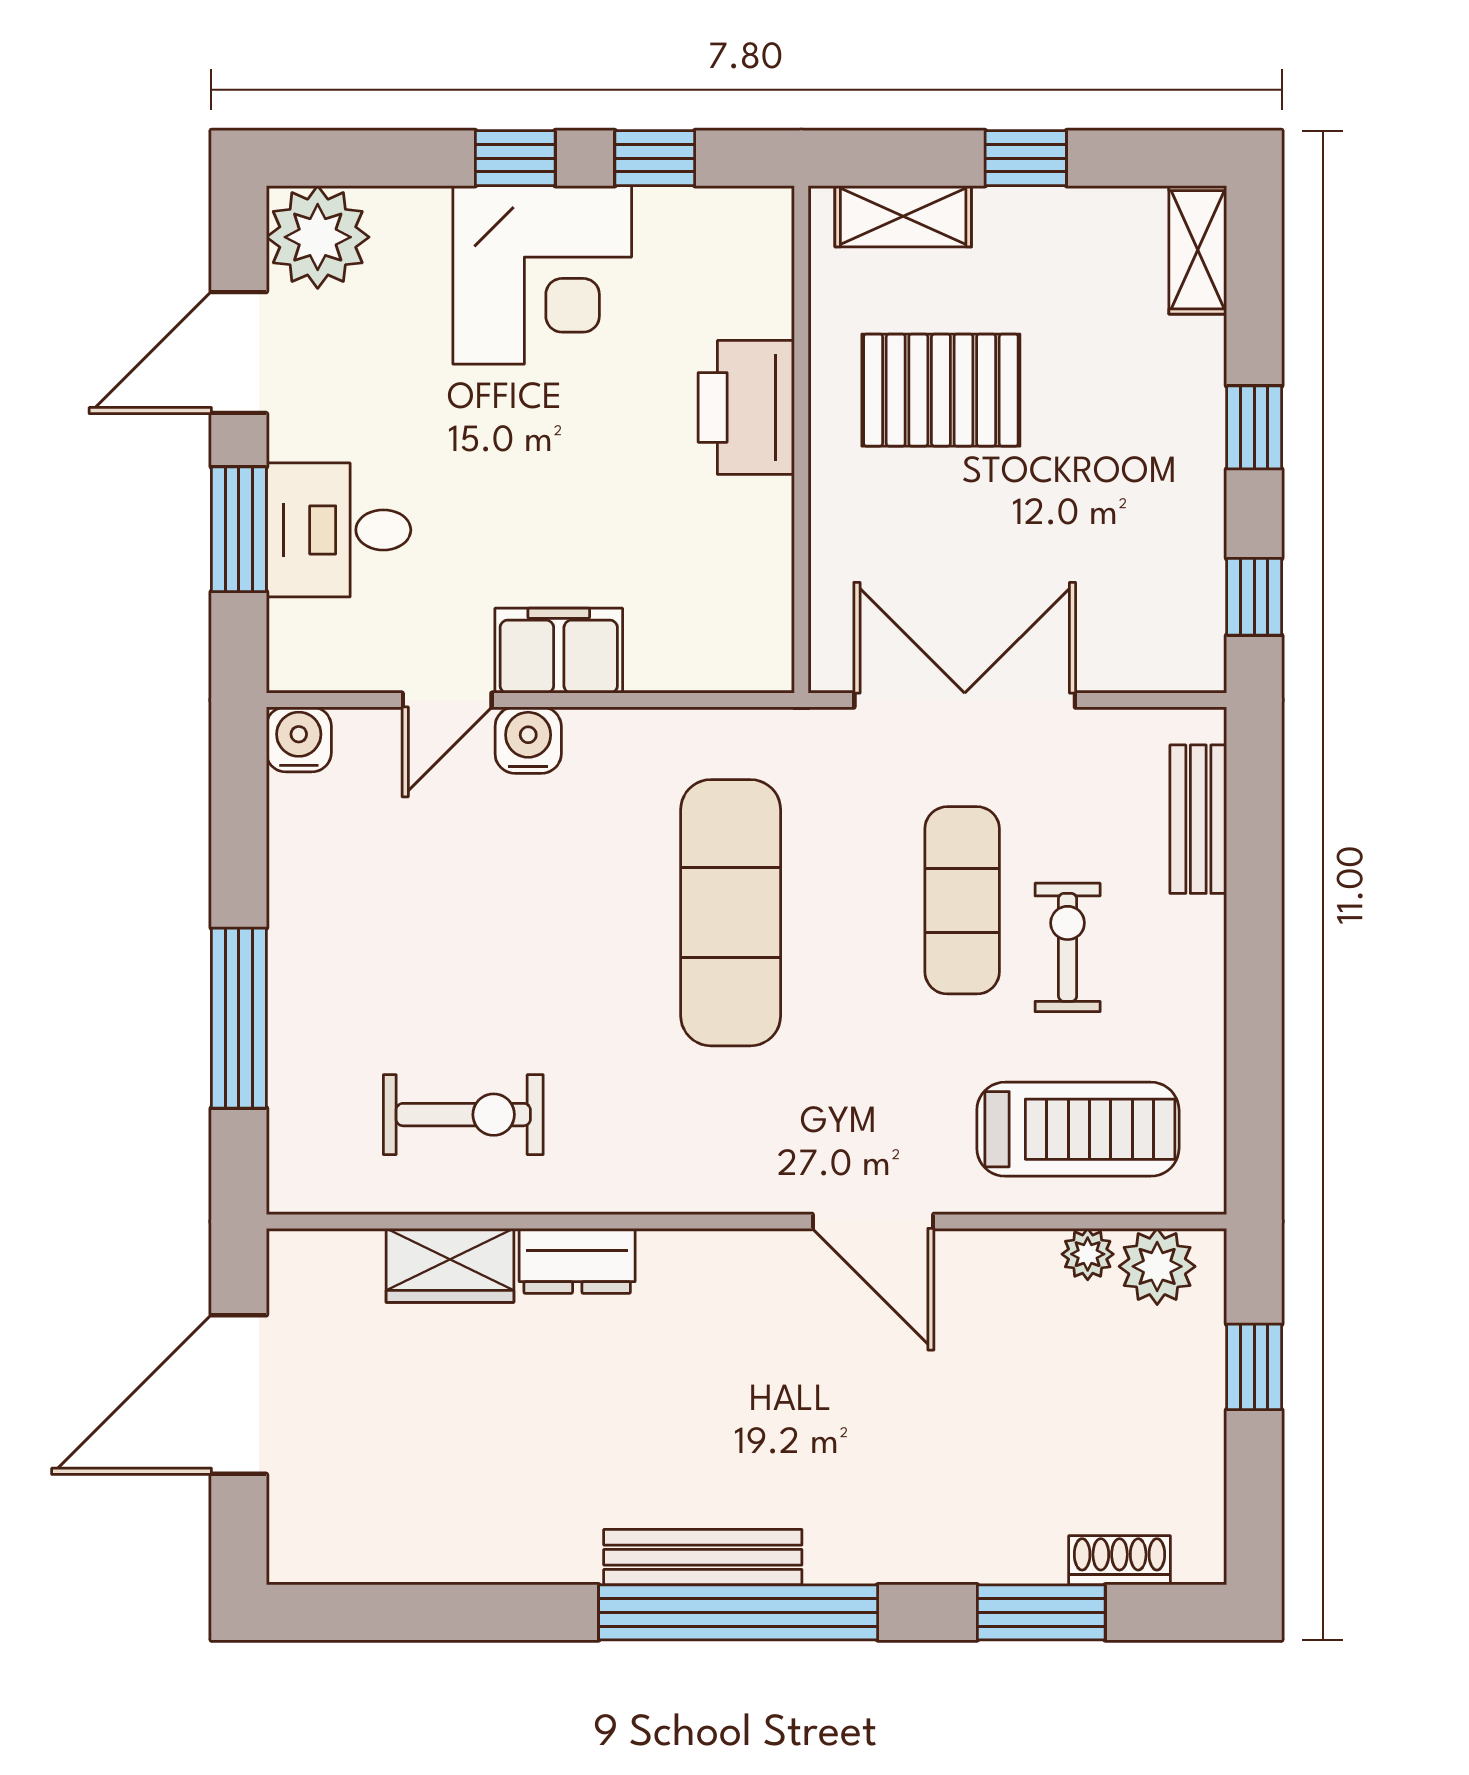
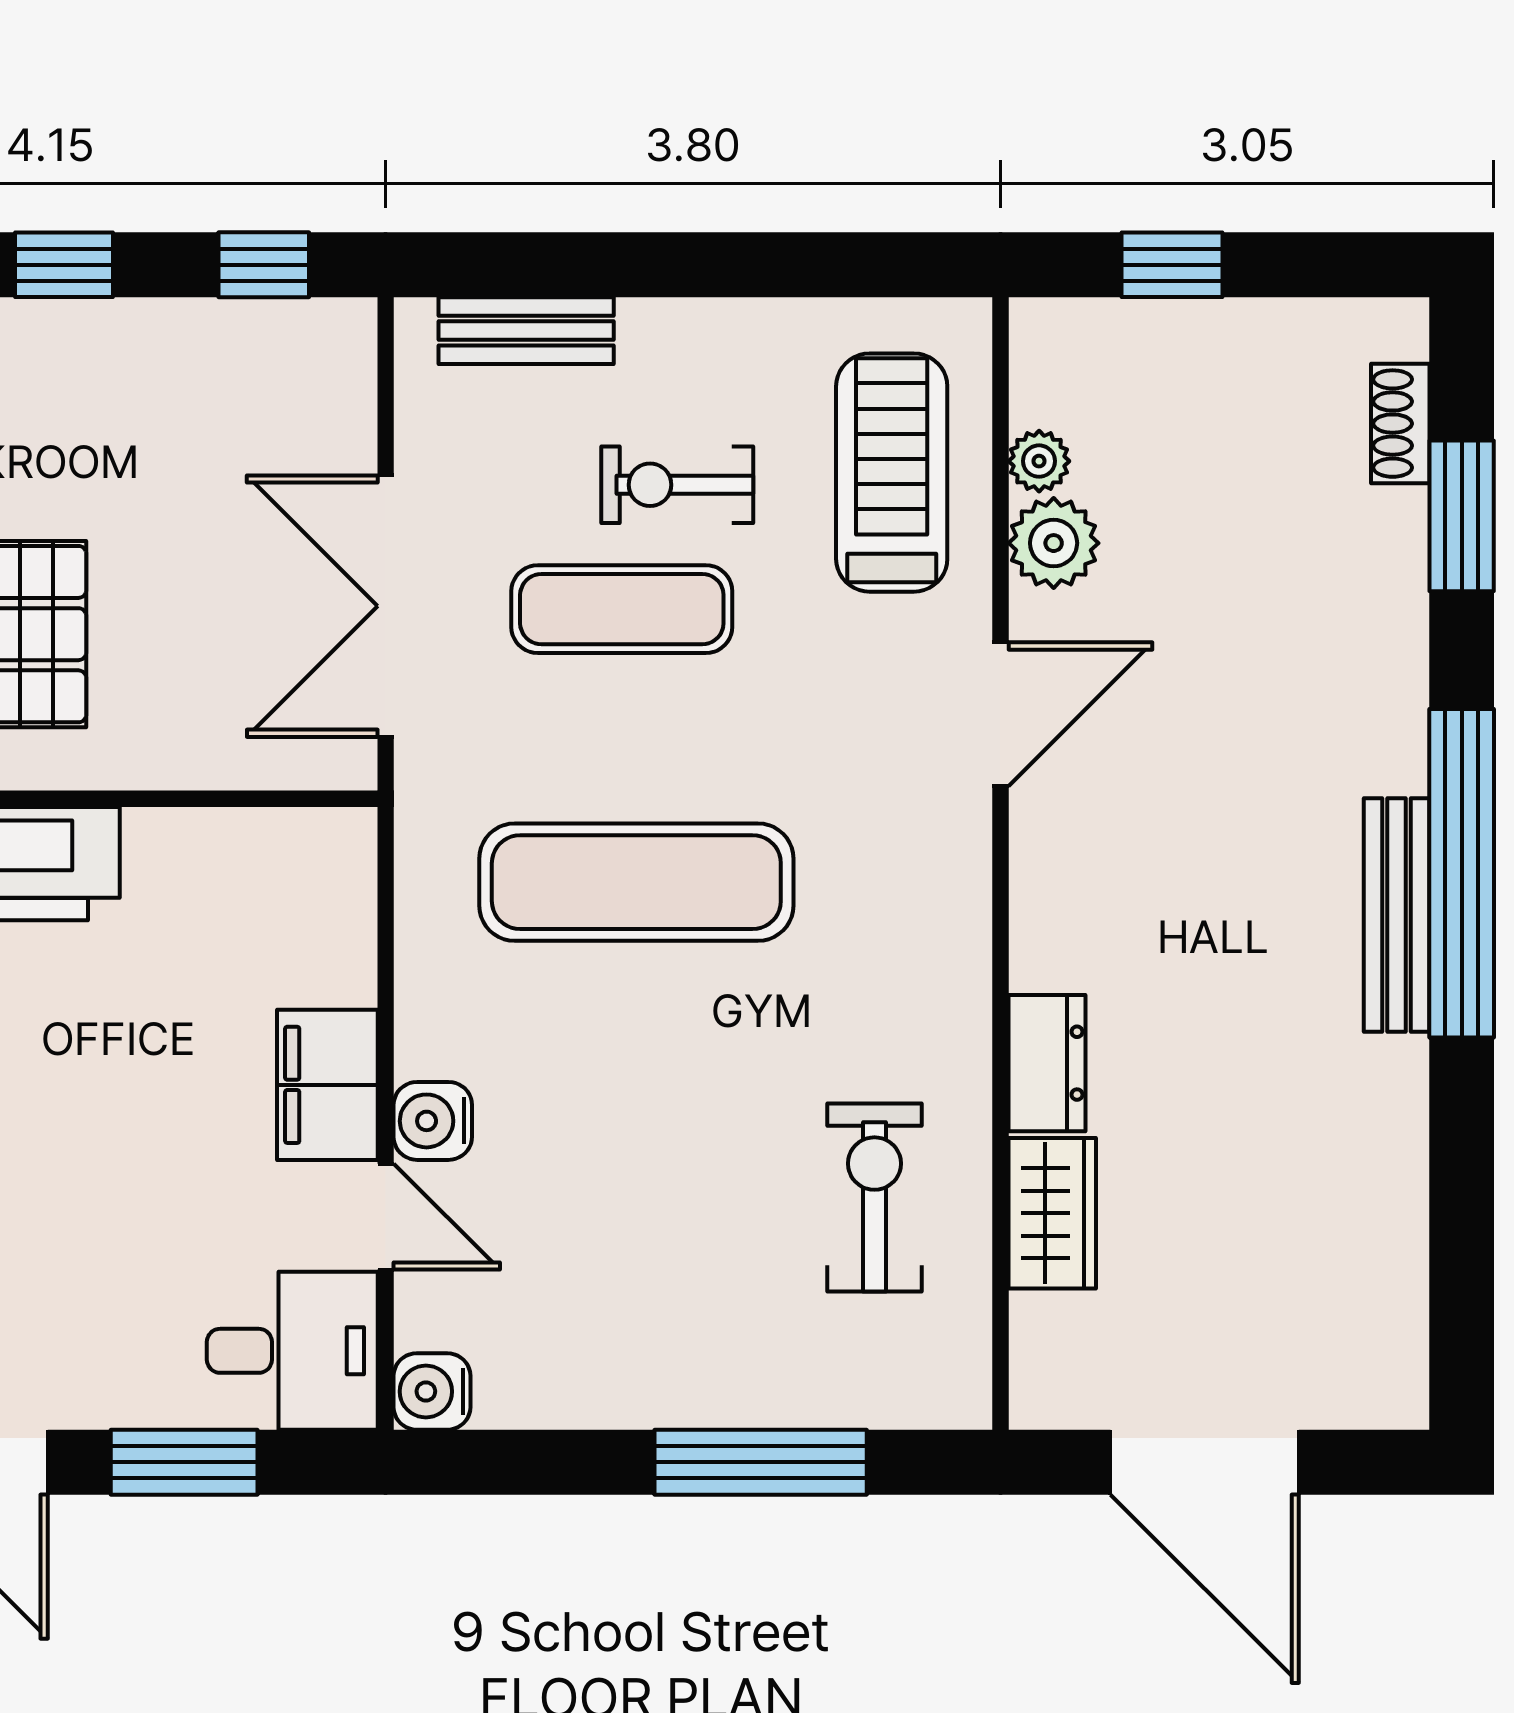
desk: (339, 530) -> (292, 1351), moved, turned -90
plant: (1157, 1266) -> (1054, 543), moved

